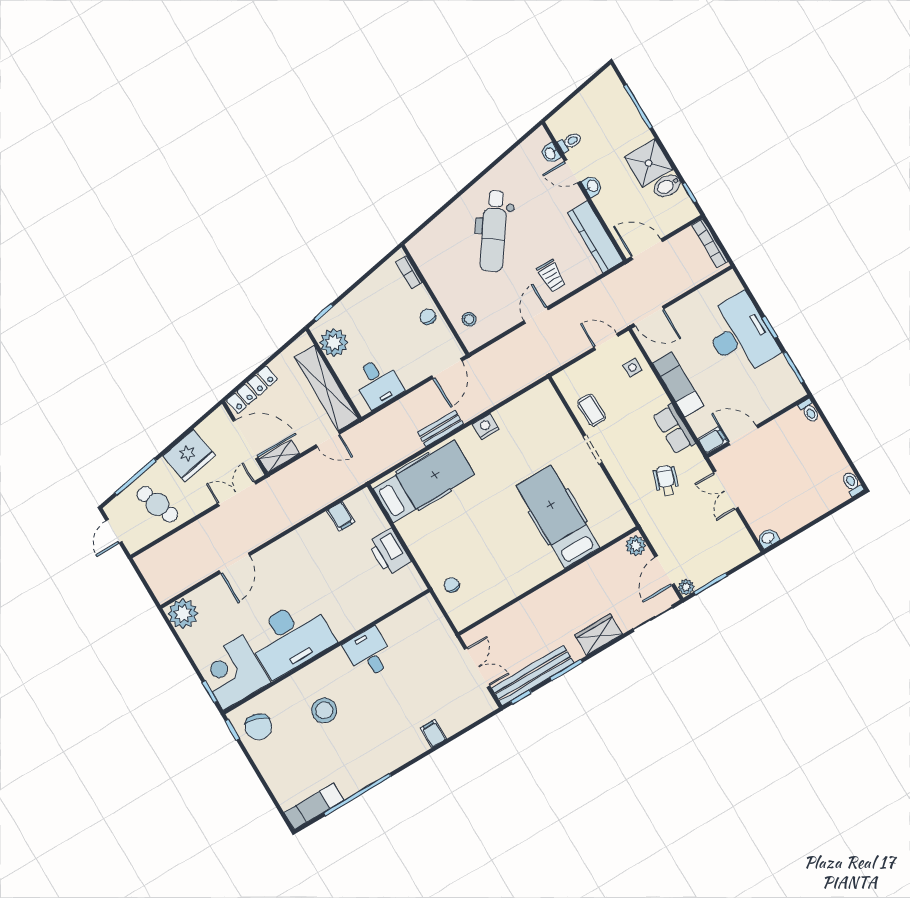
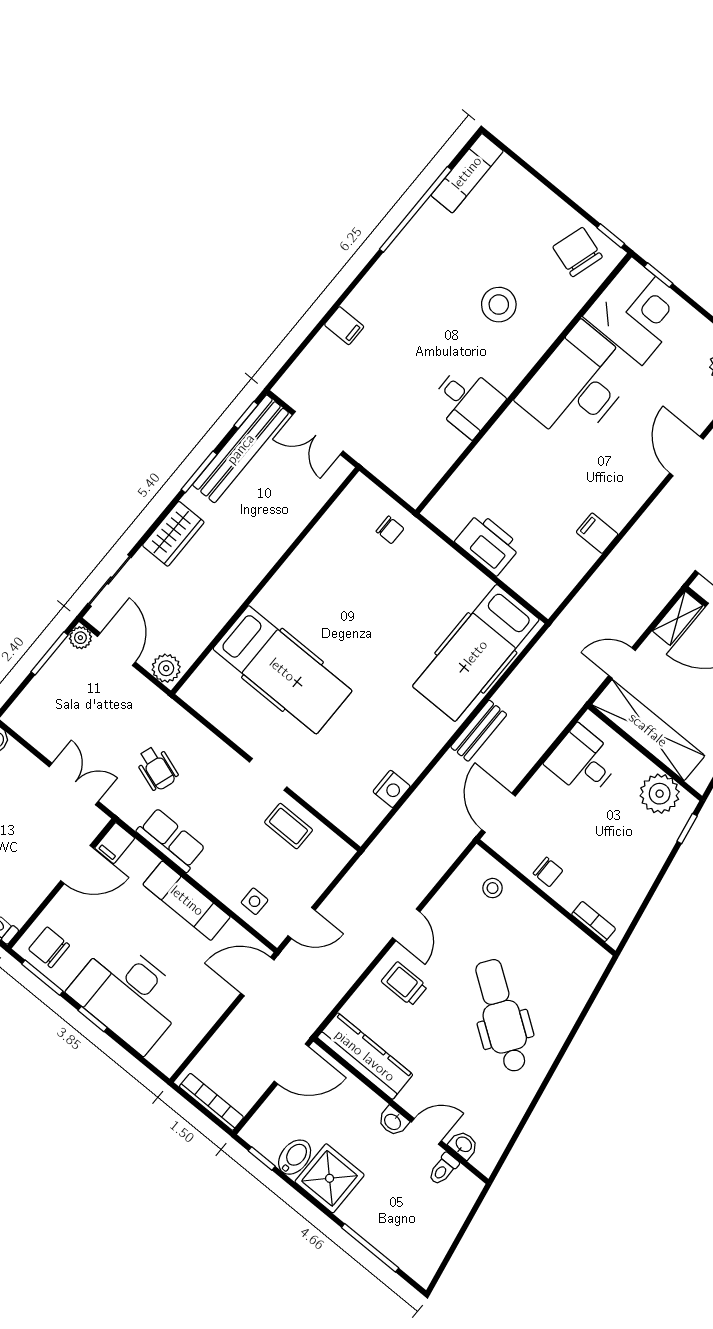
chair: (782, 386) -> (49, 947), added
nightstand: (486, 427) -> (392, 789), moved
filing cabinet: (341, 516) -> (597, 533), moved

